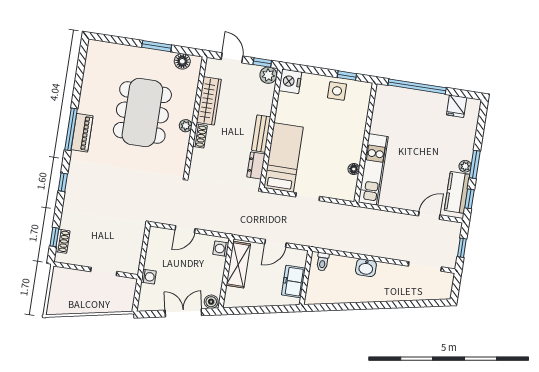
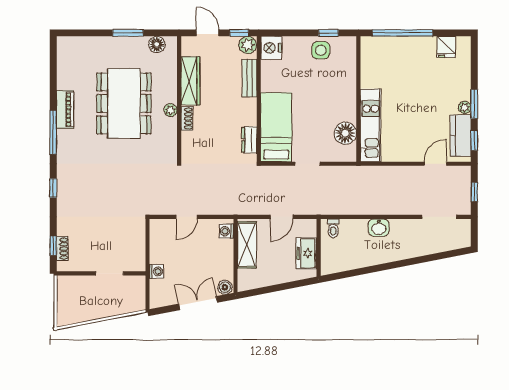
piano: (82, 133) -> (65, 109), moved
bench: (261, 134) -> (250, 78), moved
floor lamp: (354, 169) -> (345, 133), width x1.89, depth x1.89

